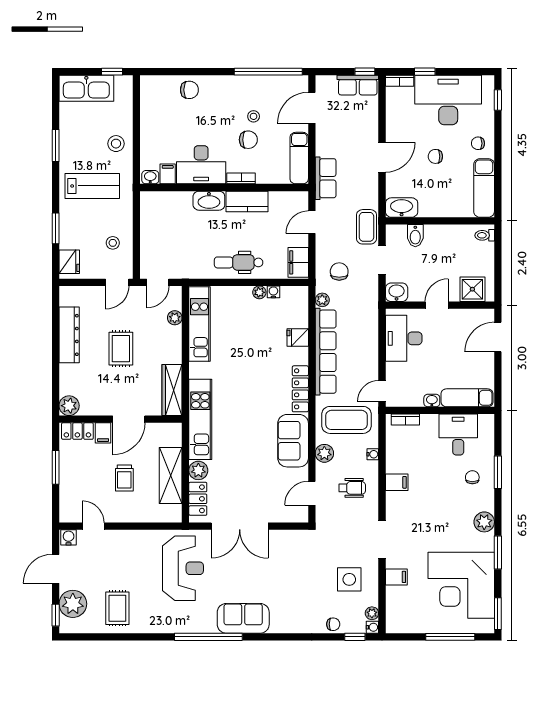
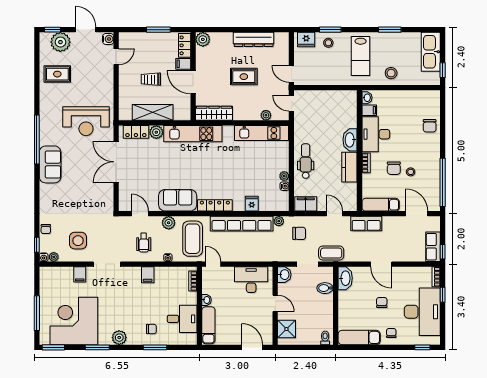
stool: (113, 243) -> (328, 43), moved

